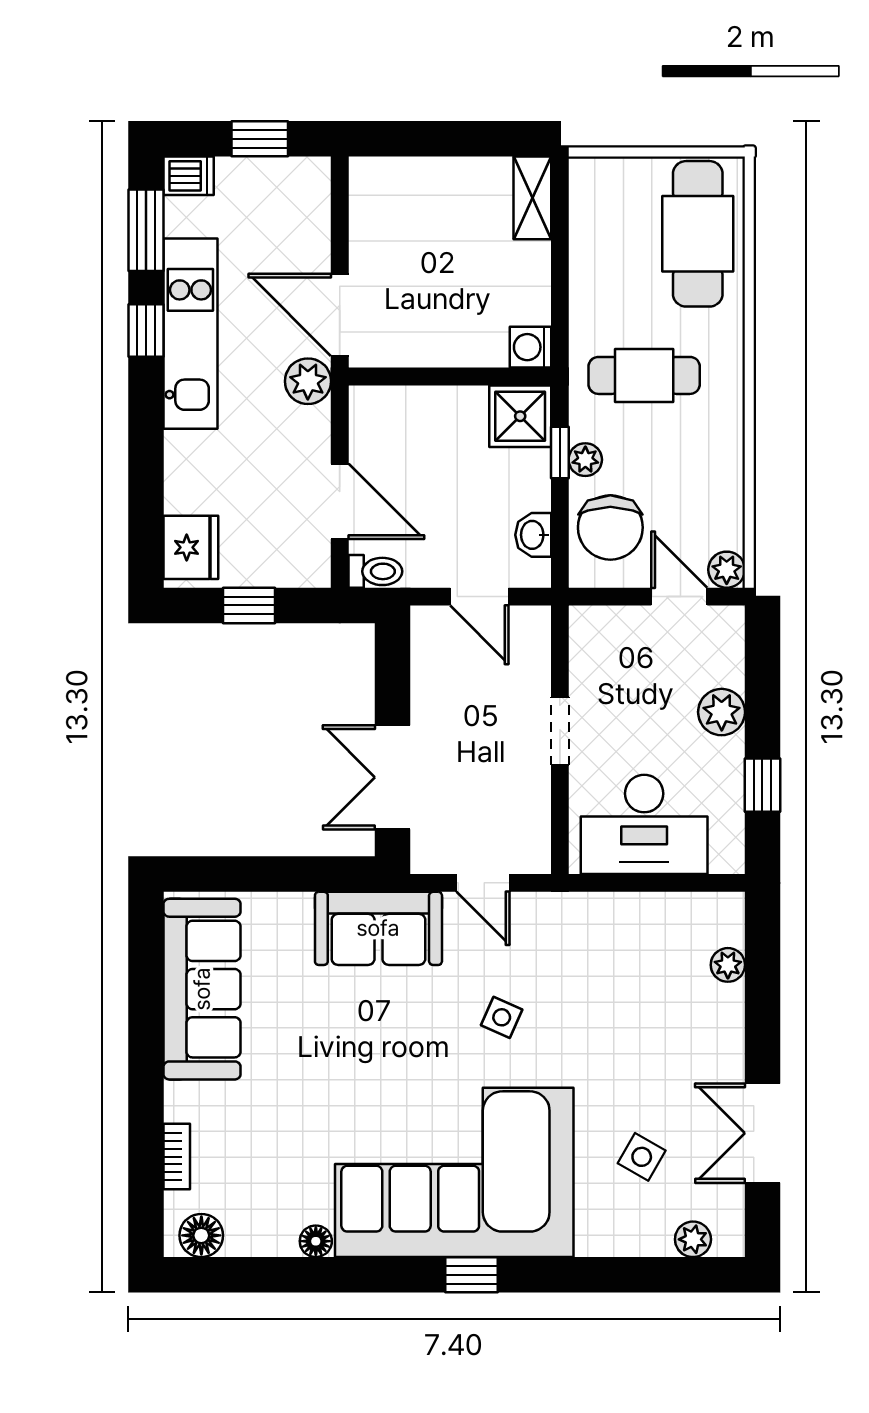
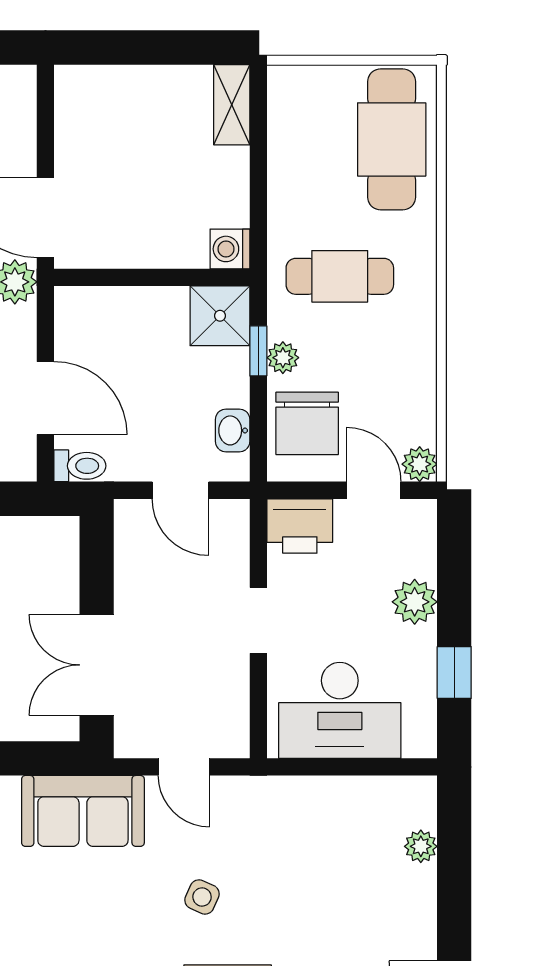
printer: (603, 634) -> (300, 526), added

